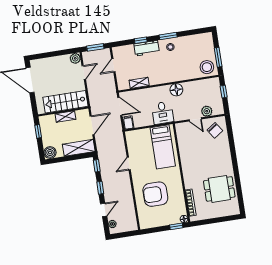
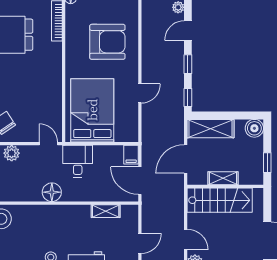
door: (84, 72) -> (186, 240), swing flipped
door: (195, 119) -> (48, 144), moved
bed: (163, 147) -> (92, 110), width x1.50

